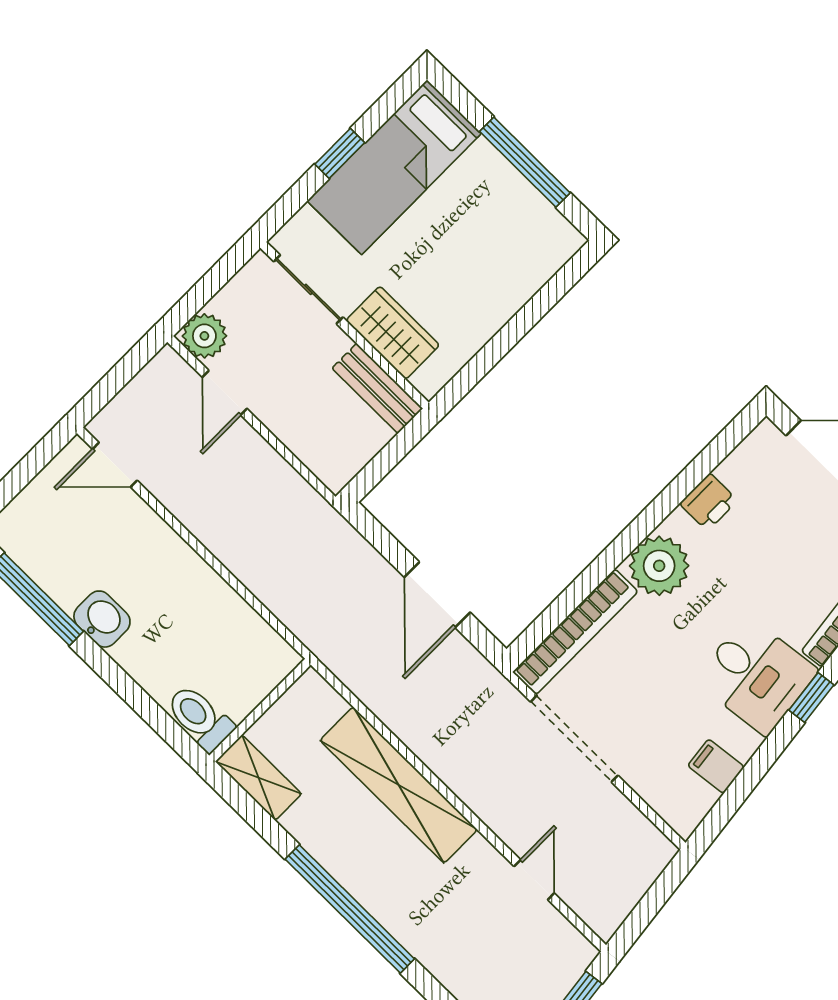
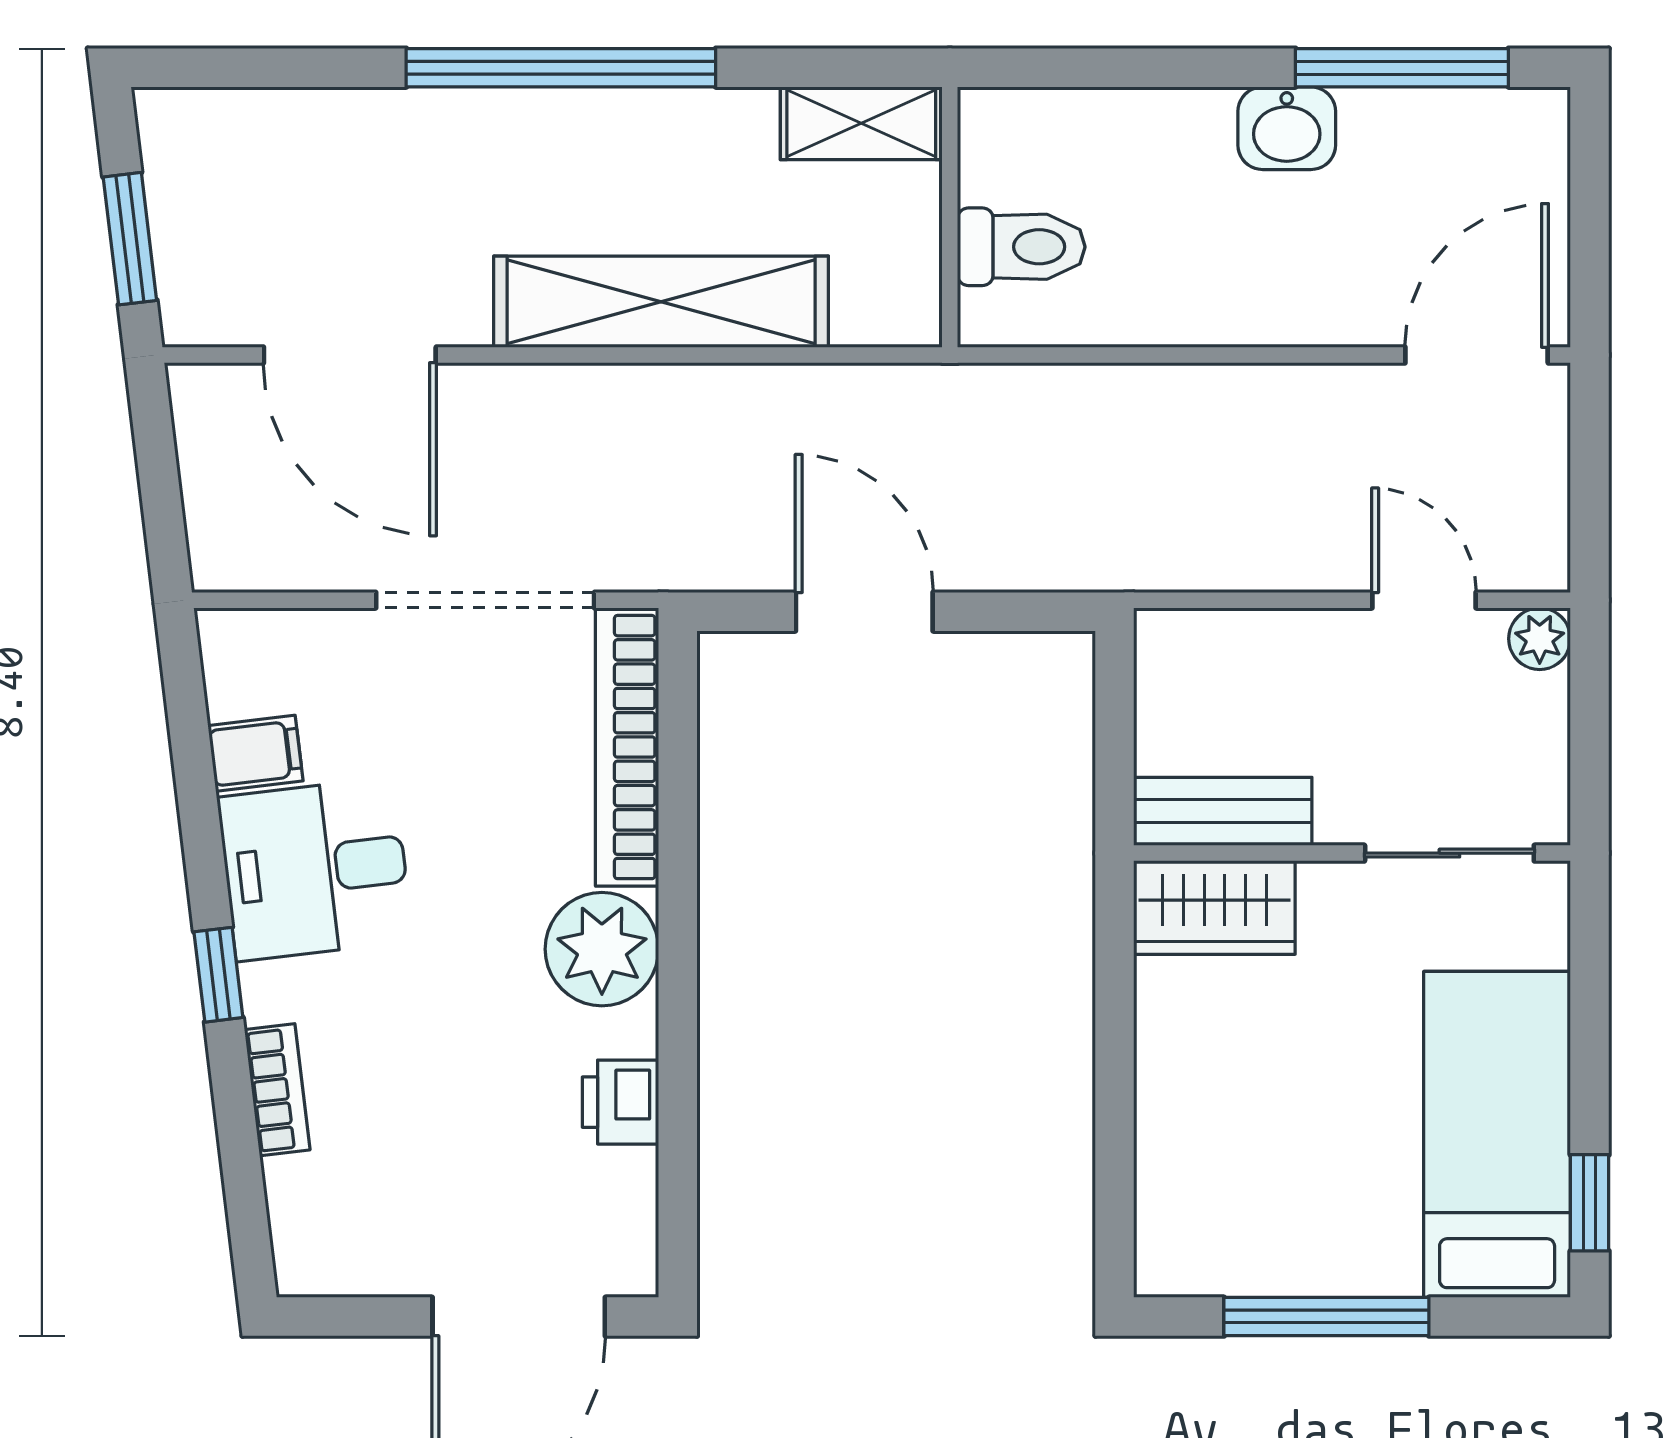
window: (340, 153) -> (1590, 1203), moved
wardrobe: (393, 333) -> (1214, 908), moved
plant: (204, 336) -> (1540, 639), width x0.73, depth x0.73
door: (115, 465) -> (1477, 355), width x1.38
desk: (756, 676) -> (315, 869), moved
toilet: (200, 718) -> (1021, 247), moved
door: (534, 880) -> (350, 355), width x1.88

